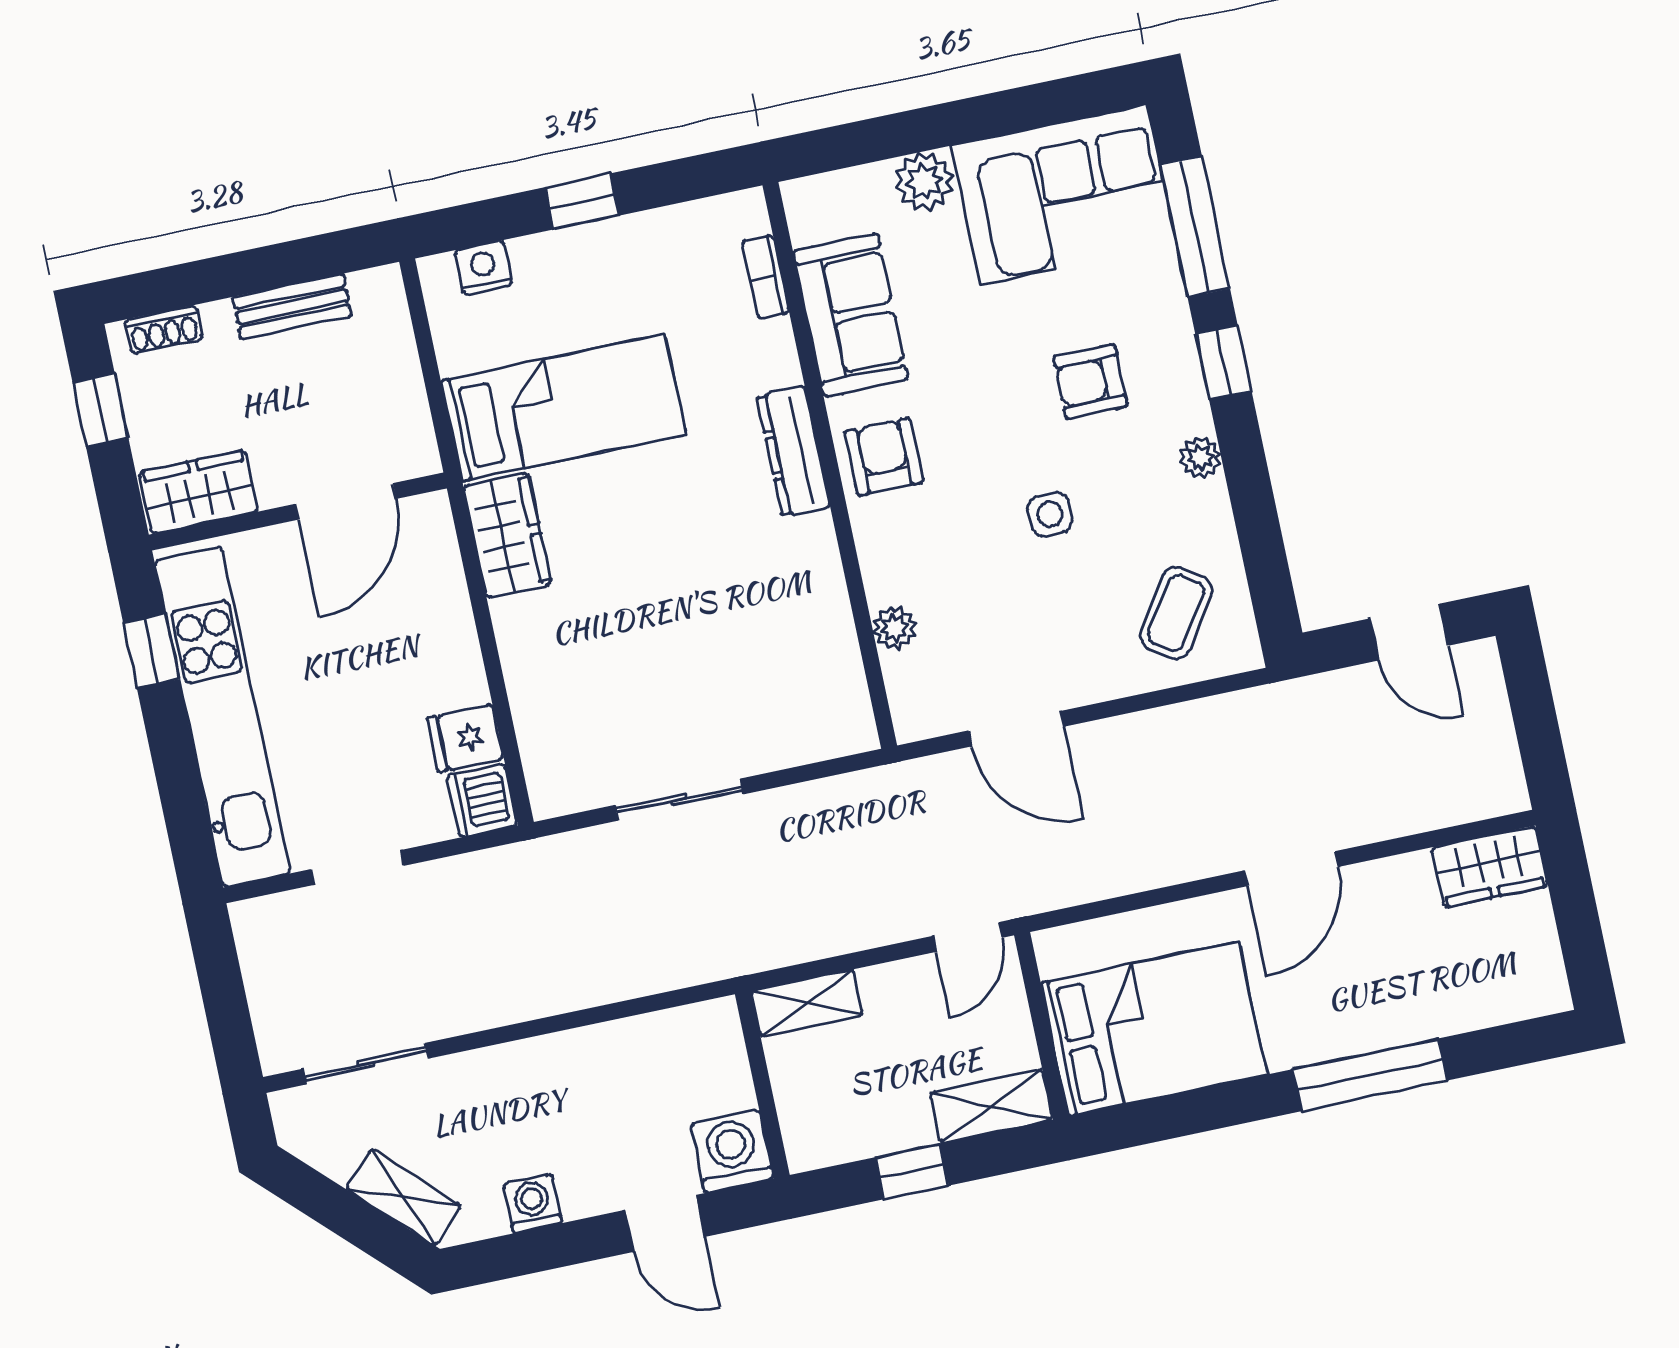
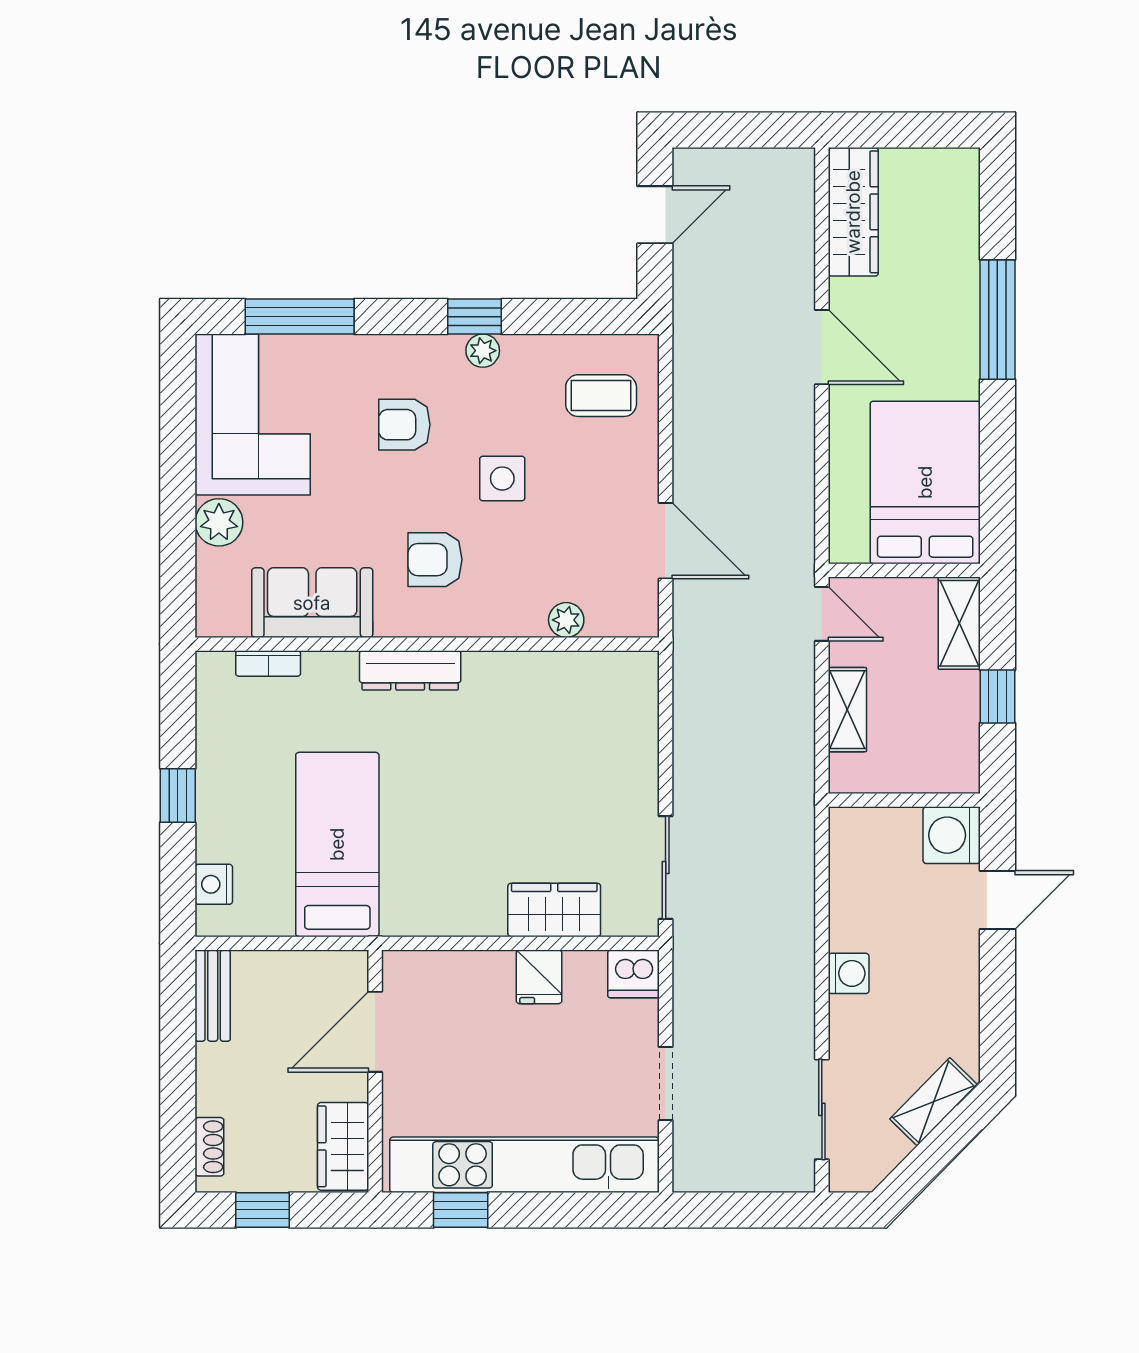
bench: (292, 307) -> (213, 996), moved
window: (1223, 362) -> (474, 317), moved
armchair: (1090, 381) -> (404, 425), turned 90
armchair: (884, 457) -> (435, 560), moved
door: (346, 501) -> (375, 1032), swing flipped
side table: (1050, 514) -> (502, 479), width x1.37, depth x1.37
wardrobe: (507, 535) -> (554, 910), moved
coffee table: (1176, 613) -> (601, 396), turned -34
door: (1016, 729) -> (666, 541), hinge flipped
fridge: (465, 738) -> (539, 977), moved
sliding door: (679, 800) -> (666, 868), moved
wardrobe: (1490, 867) -> (853, 212), width x1.50
shelving: (807, 1003) -> (847, 710), moved
washing machine: (533, 1204) -> (849, 973), moved, turned 180

